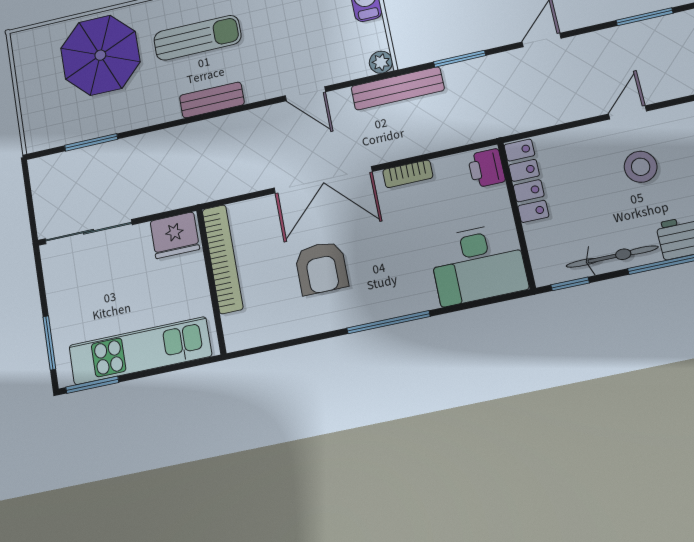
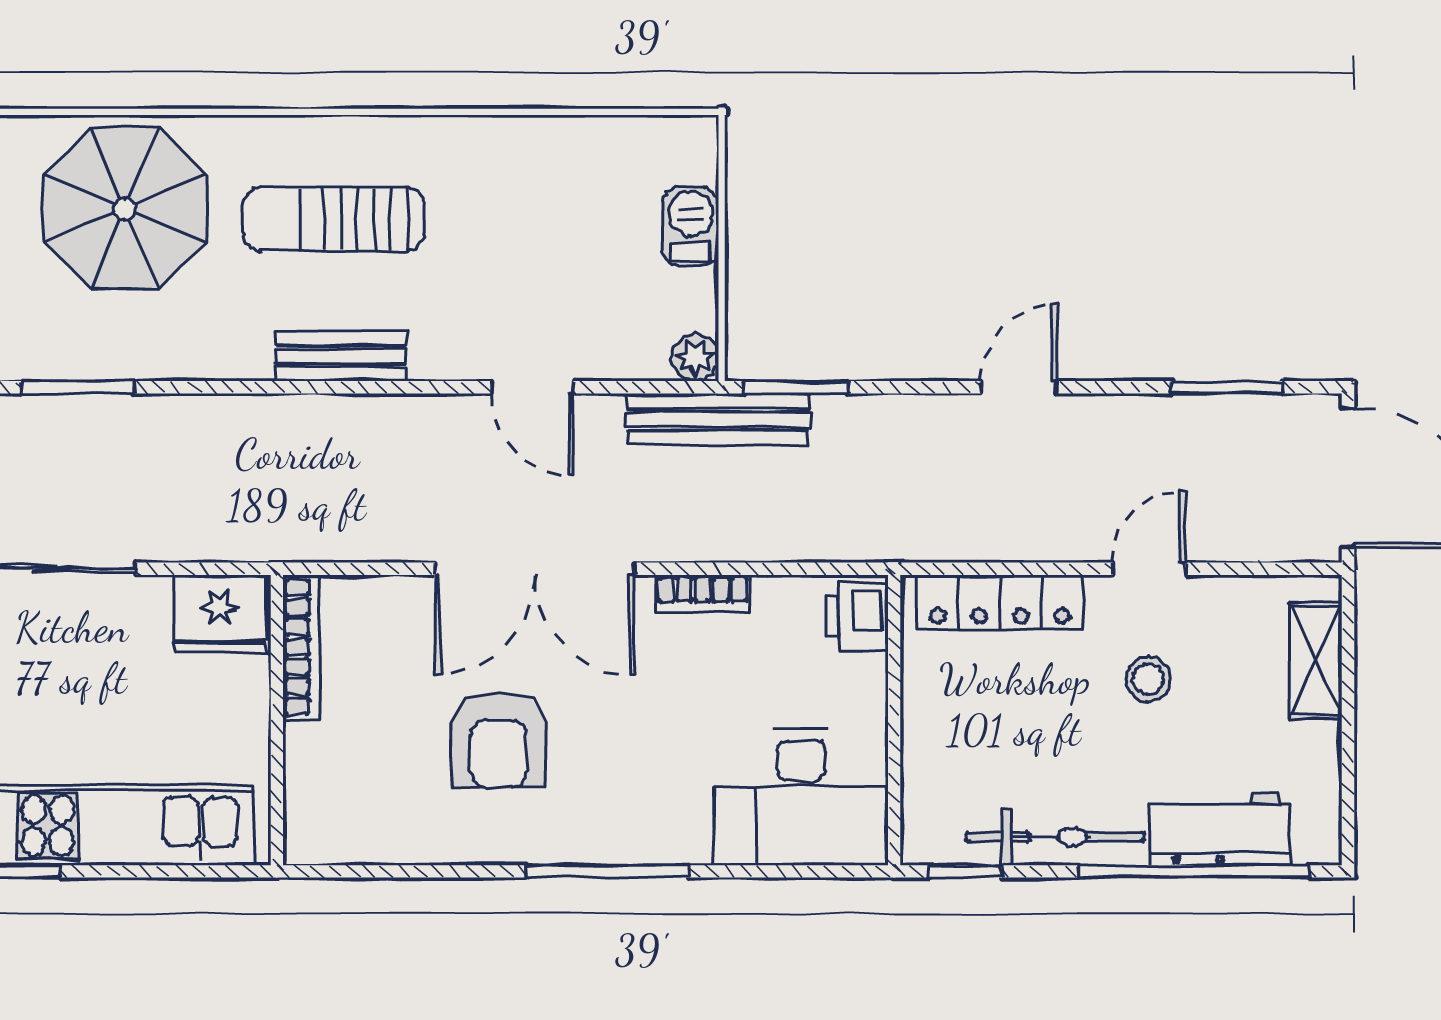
sun lounger: (197, 38) -> (333, 219), turned 180
window: (460, 59) -> (796, 387), moved
stool: (641, 167) -> (1148, 679), width x0.73, depth x0.73
locker: (526, 181) -> (1000, 602), moved, turned 90
bookcase: (223, 259) -> (301, 647), width x0.68, depth x0.76

